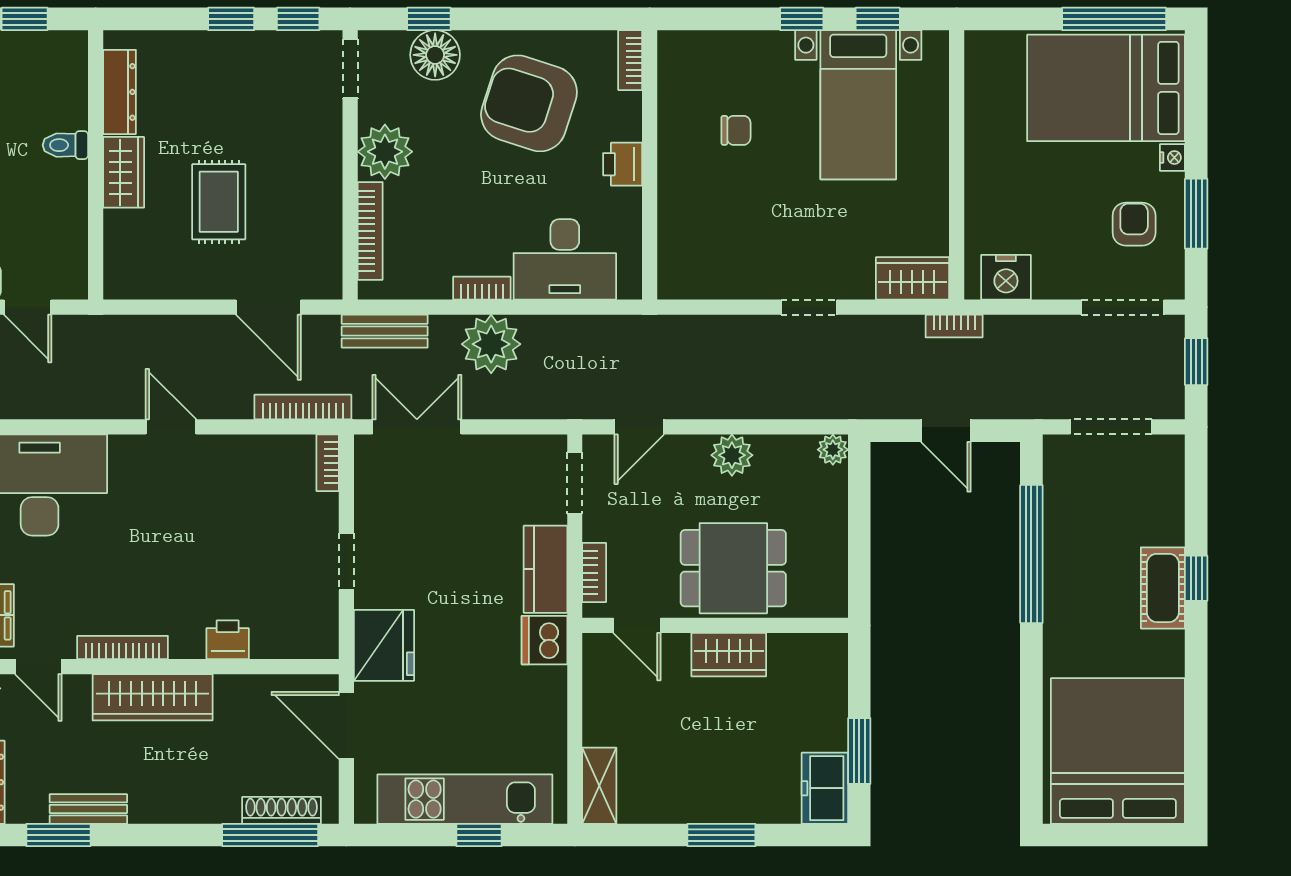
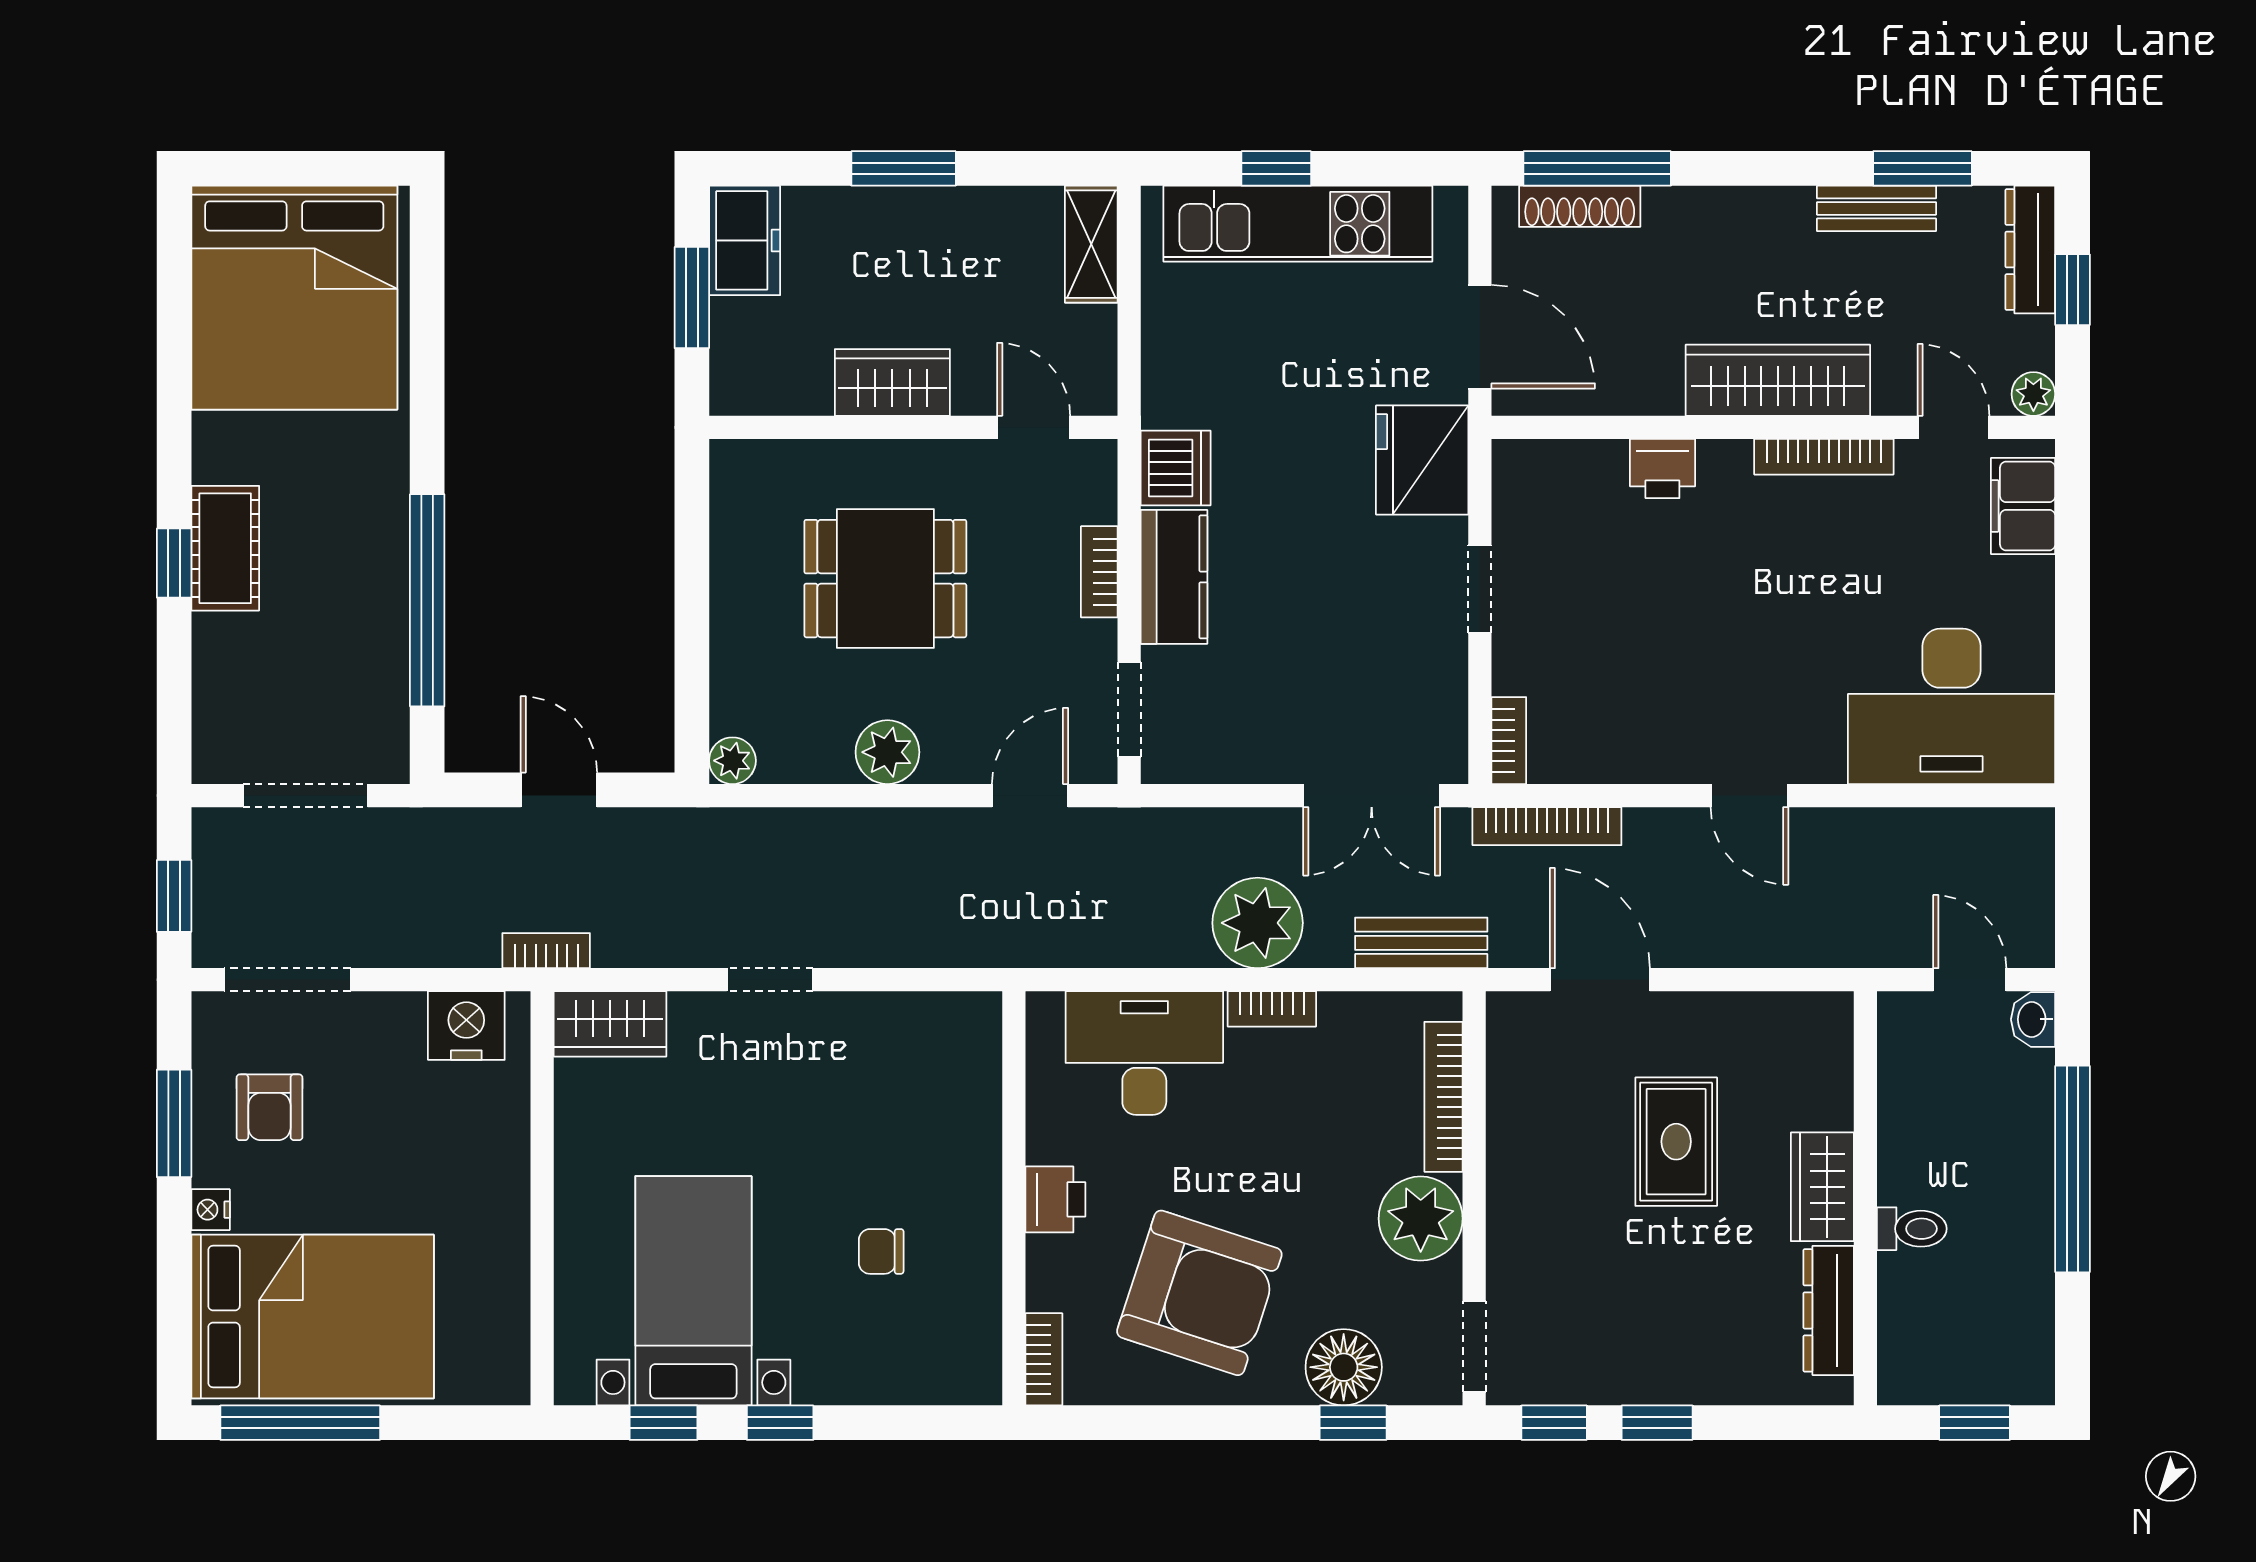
door: (637, 625) -> (1034, 427), moved
wall: (715, 625) -> (913, 427), moved
wardrobe: (729, 655) -> (892, 382), moved

